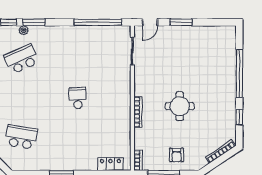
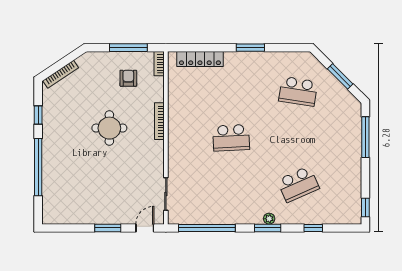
window: (34, 22) -> (268, 228), moved
plant: (24, 30) -> (269, 219), moved
school desk: (78, 98) -> (231, 138), width x1.85
armchair: (177, 155) -> (128, 78), moved
locker: (110, 164) -> (200, 59), width x1.53

